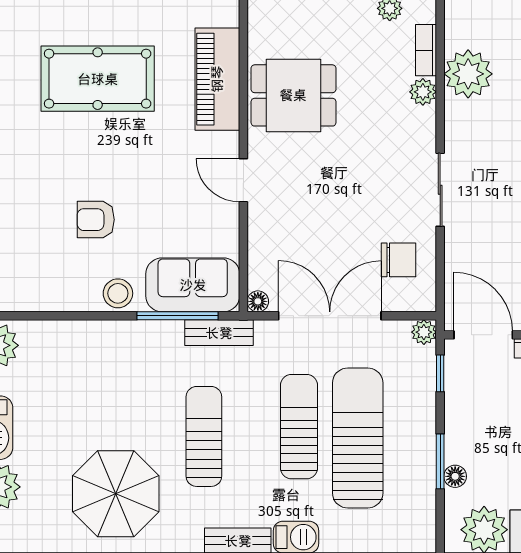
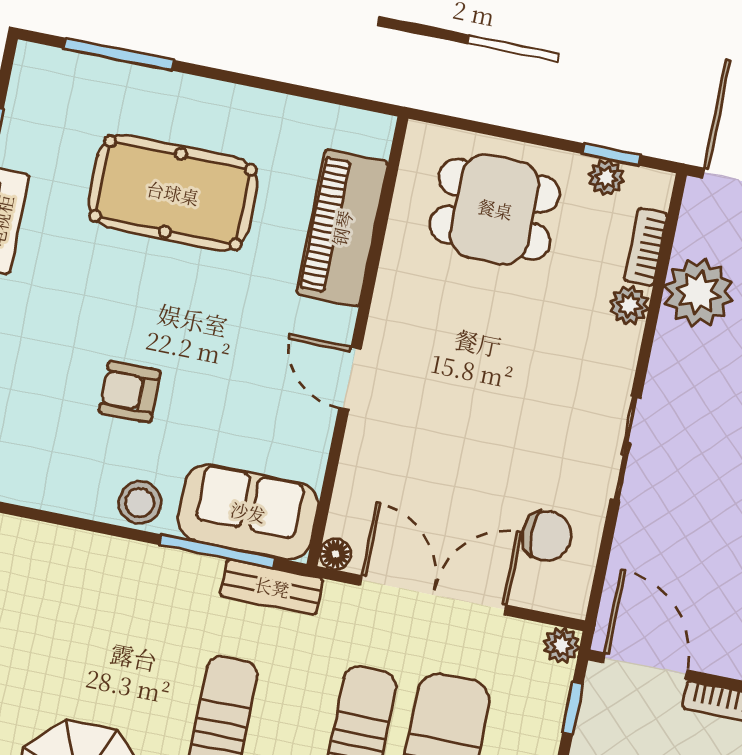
dining table: (293, 95) -> (495, 209), moved

